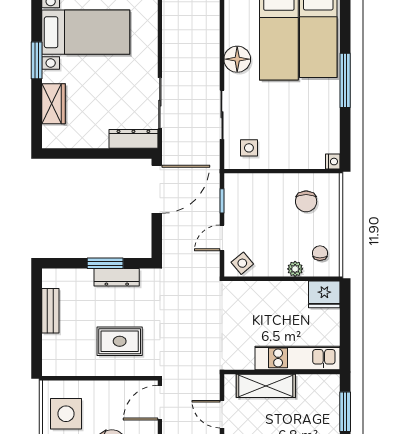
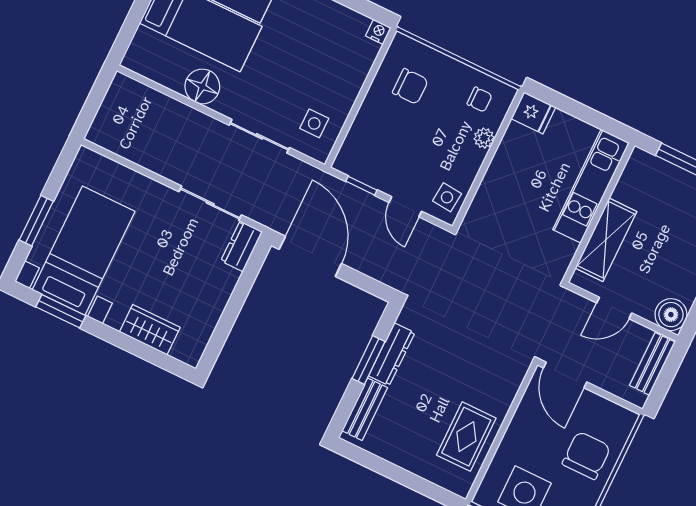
window: (37, 60) -> (61, 311), moved
dresser: (133, 139) -> (242, 246), width x0.70
chair: (320, 253) -> (480, 100), turned 180
side table: (242, 263) -> (447, 197), turned 45
fridge: (324, 294) -> (533, 113), width x0.72
bench: (50, 311) -> (365, 409), moved, turned 90
rug: (120, 341) -> (466, 437), moved

